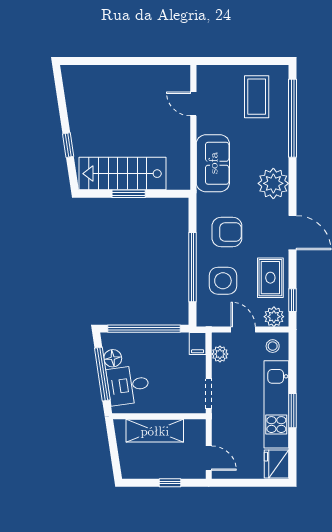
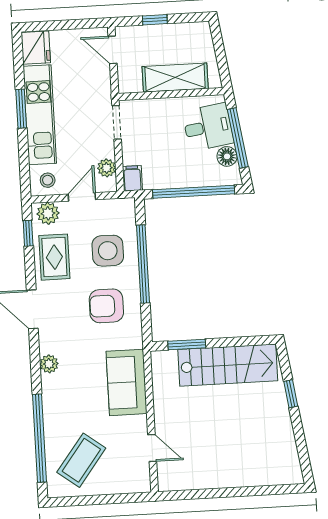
coffee table: (257, 97) -> (81, 460), turned 37
plant: (273, 183) -> (49, 364), width x0.53, depth x0.53
window: (129, 194) -> (187, 345), moved
door: (243, 330) -> (82, 197), swing flipped

